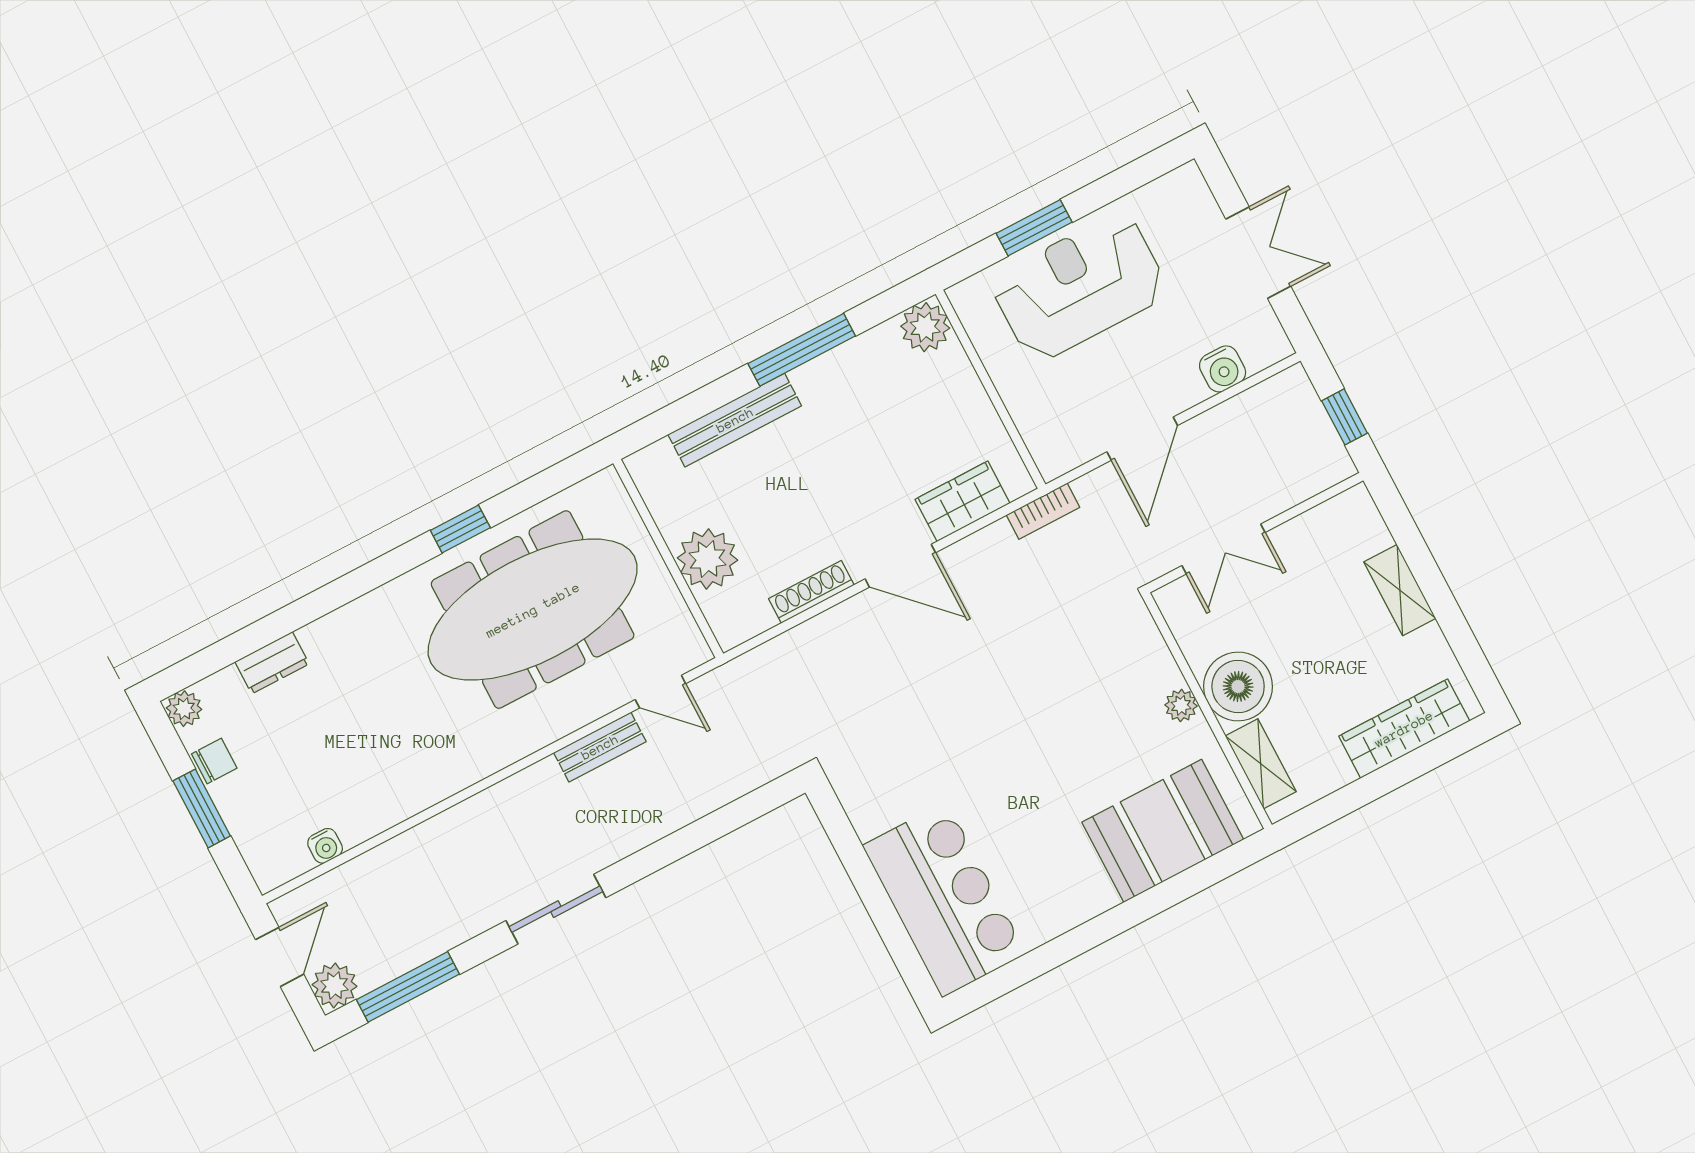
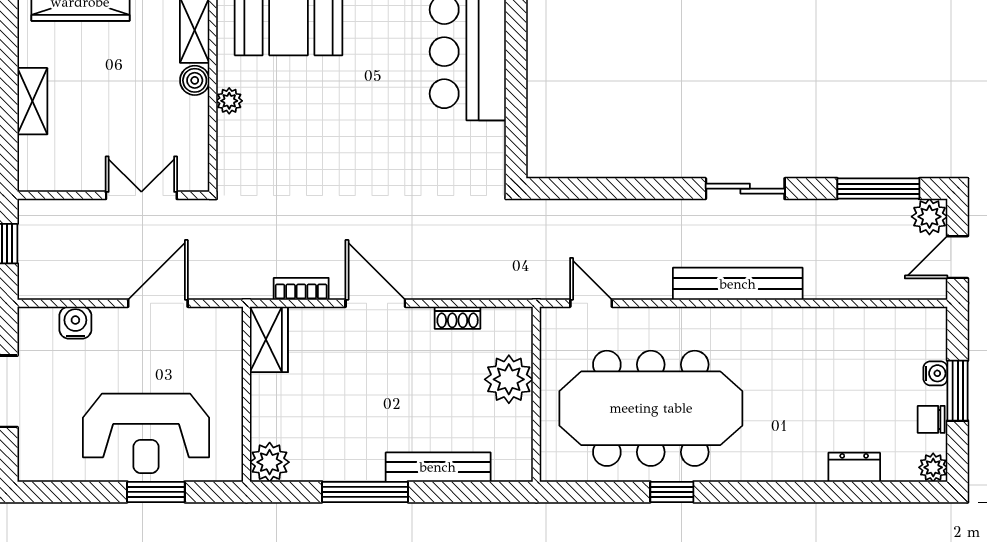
wardrobe: (963, 501) -> (269, 339), moved, turned -90
bookcase: (1043, 511) -> (301, 289), moved
shoe rack: (811, 592) -> (458, 318), width x0.70
boiler: (1238, 686) -> (195, 80), width x0.54, depth x0.54
bench: (600, 747) -> (738, 284), moved, width x1.86, depth x1.21
water cooler: (325, 846) -> (935, 373), moved, turned 90

